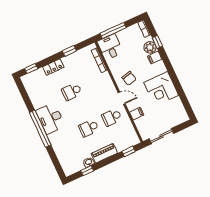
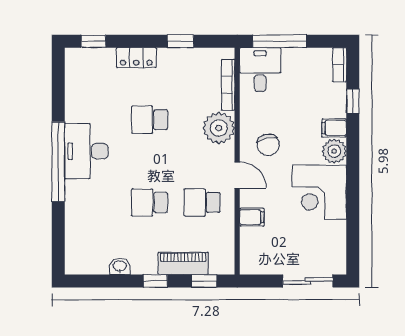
plant: (150, 47) -> (334, 151), moved
plant: (104, 81) -> (219, 128), added
sliding door: (161, 136) -> (308, 281), moved
piano: (104, 153) -> (183, 263), moved
window: (87, 171) -> (155, 281), moved

